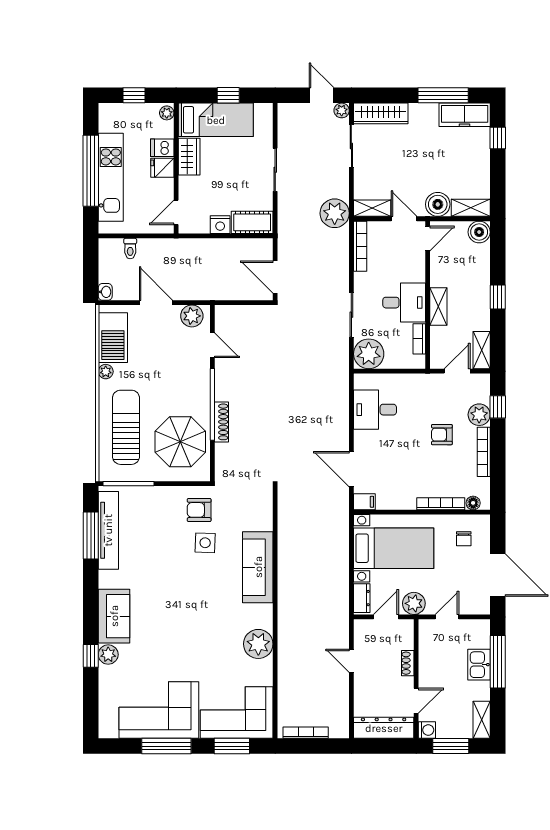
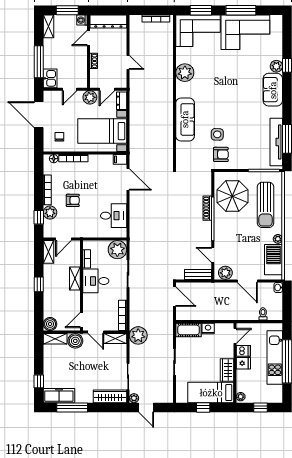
dishwasher: (162, 148) -> (243, 351), moved
bench: (237, 313) -> (198, 274), added
kitchen sink: (479, 665) -> (50, 78), moved

